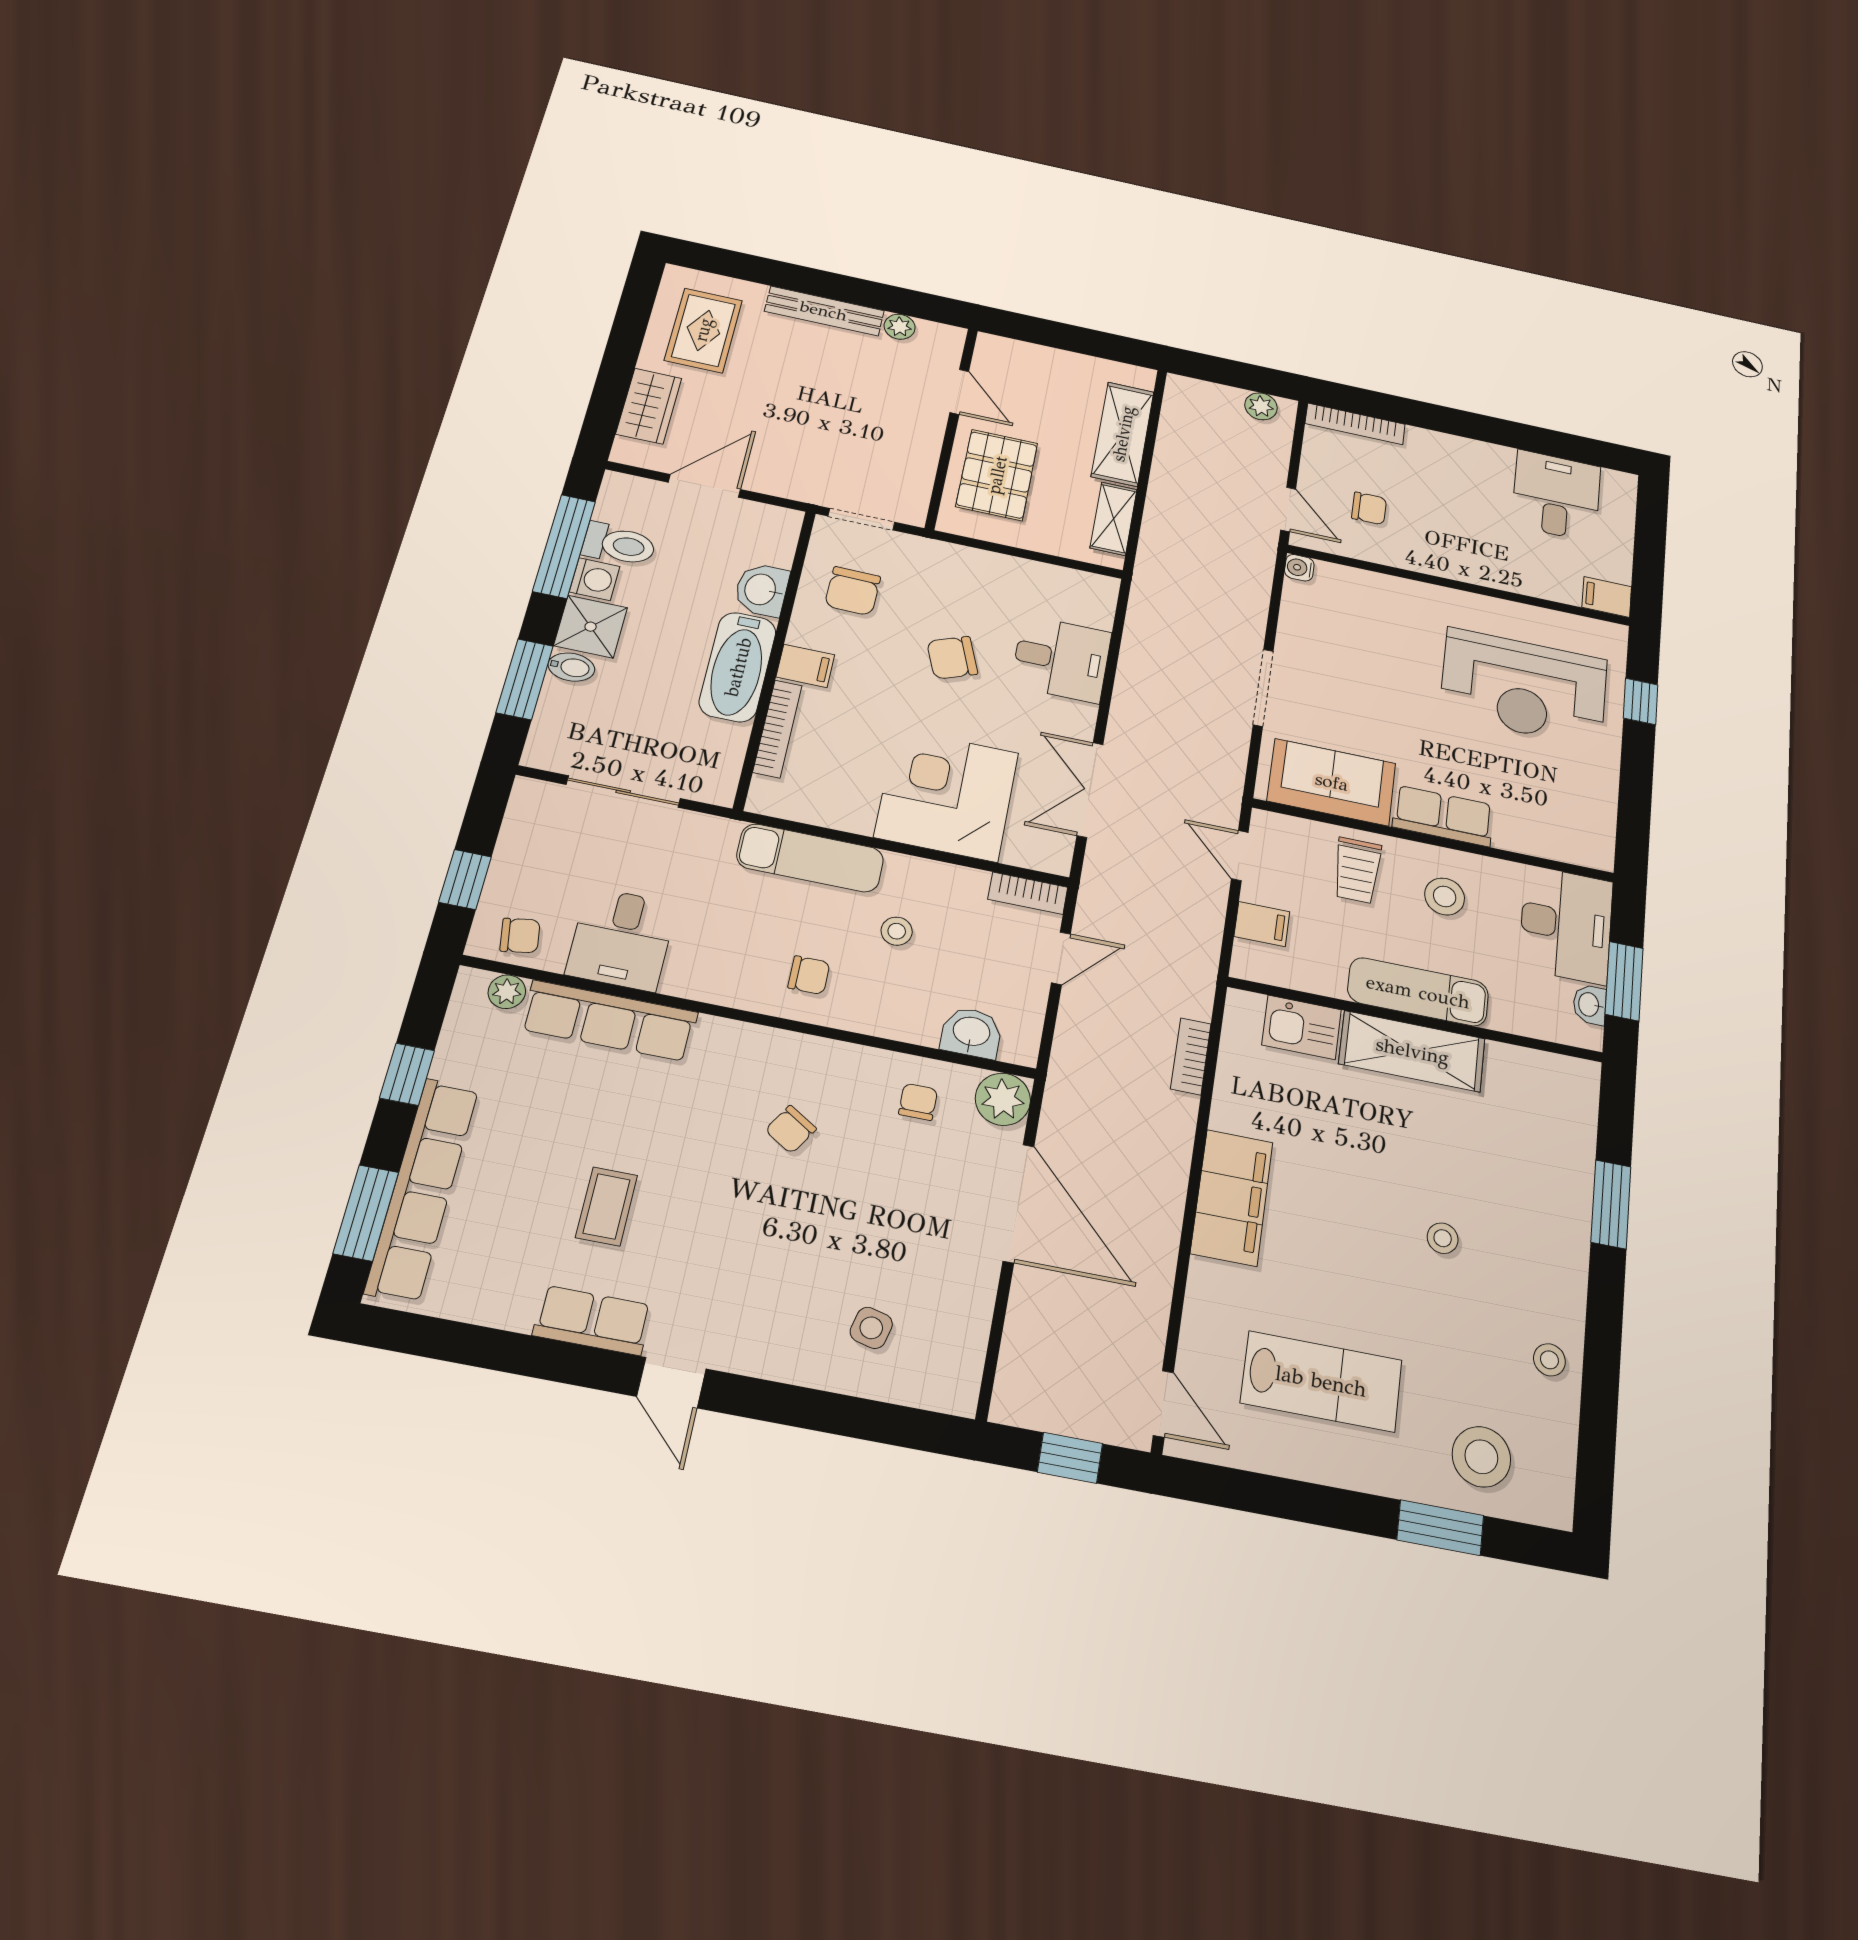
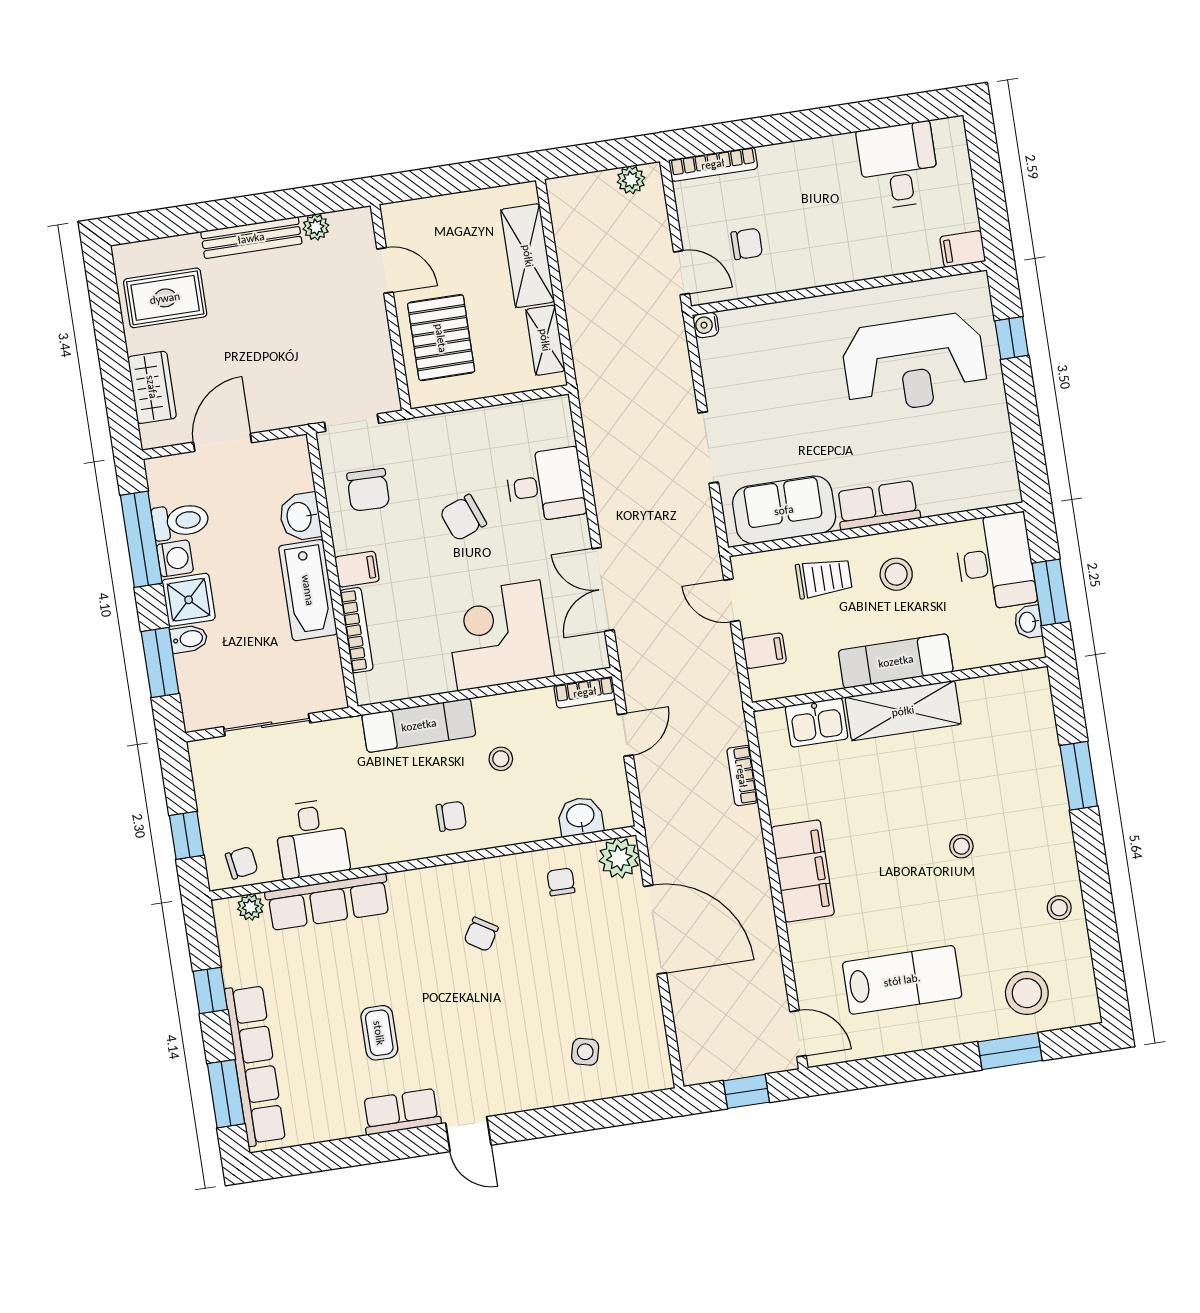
rug: (703, 330) -> (165, 298), turned 90
trolley: (1357, 870) -> (824, 578), turned -90

